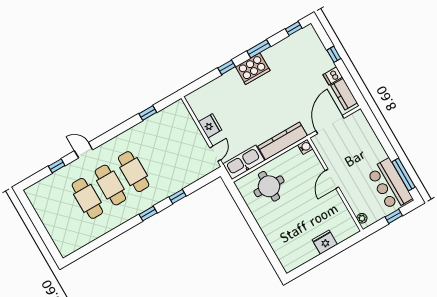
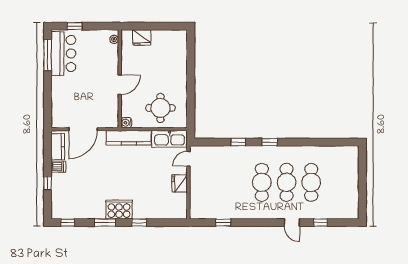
water cooler: (305, 147) -> (126, 123), moved
door: (332, 179) -> (120, 85), moved
wall: (335, 184) -> (120, 79), moved
plant: (362, 218) -> (114, 39), moved

